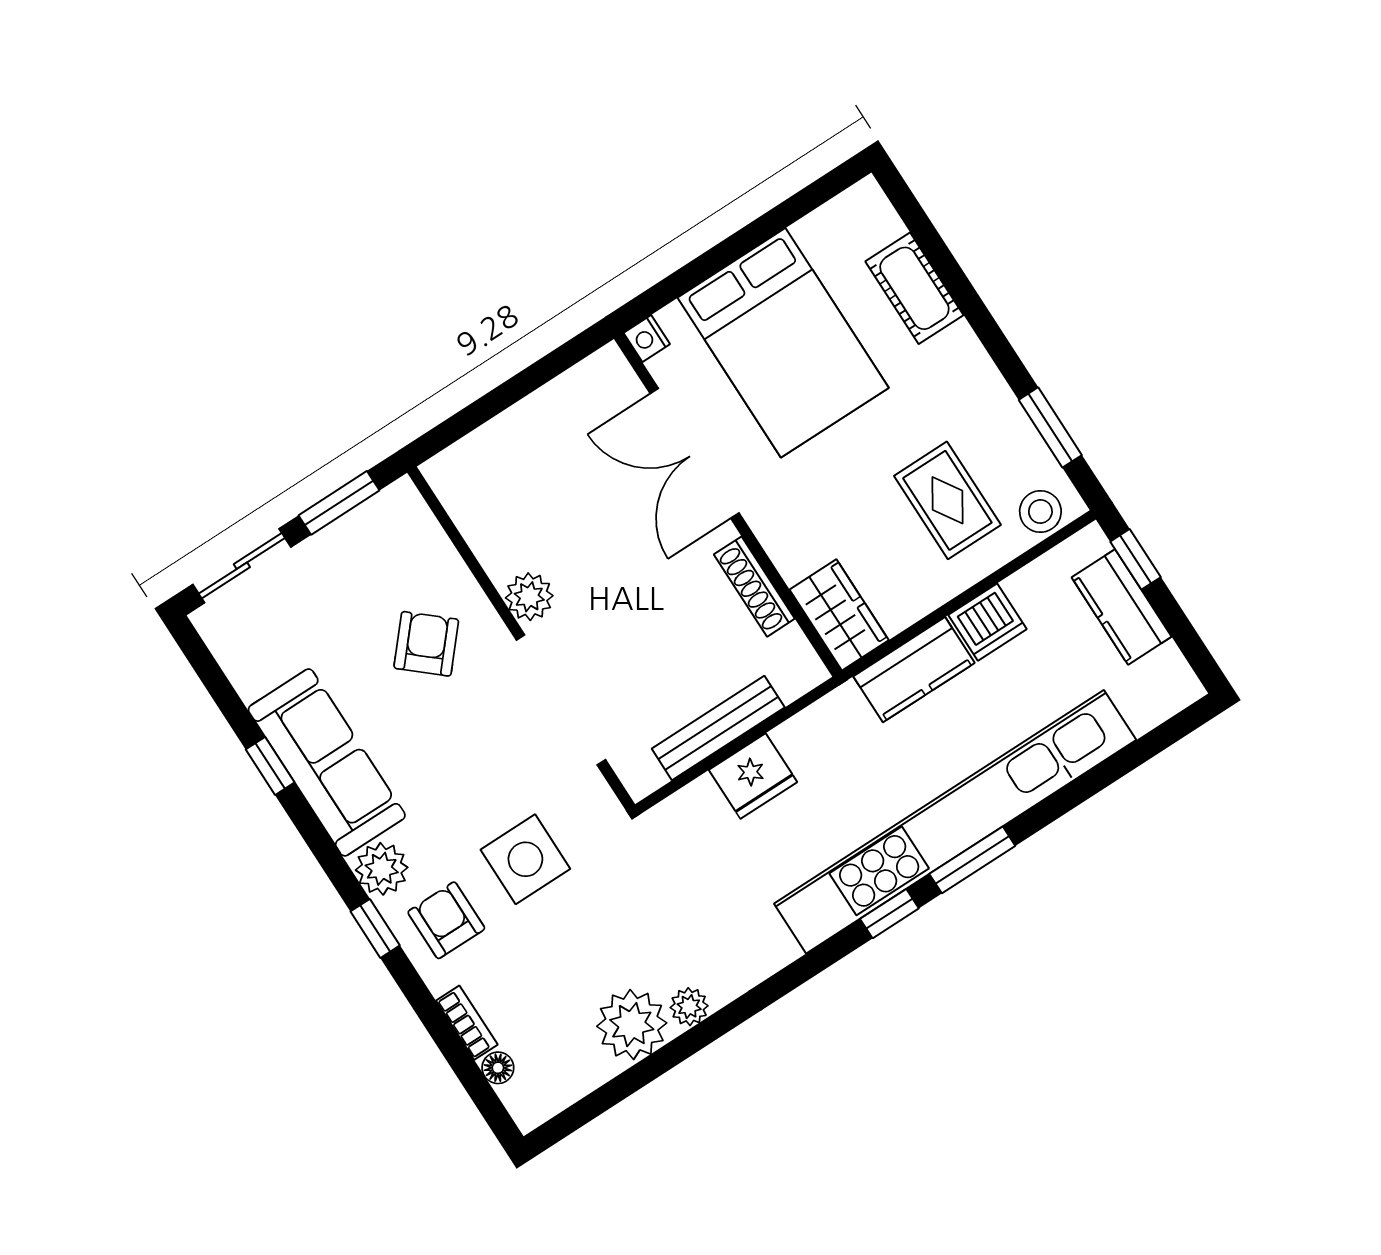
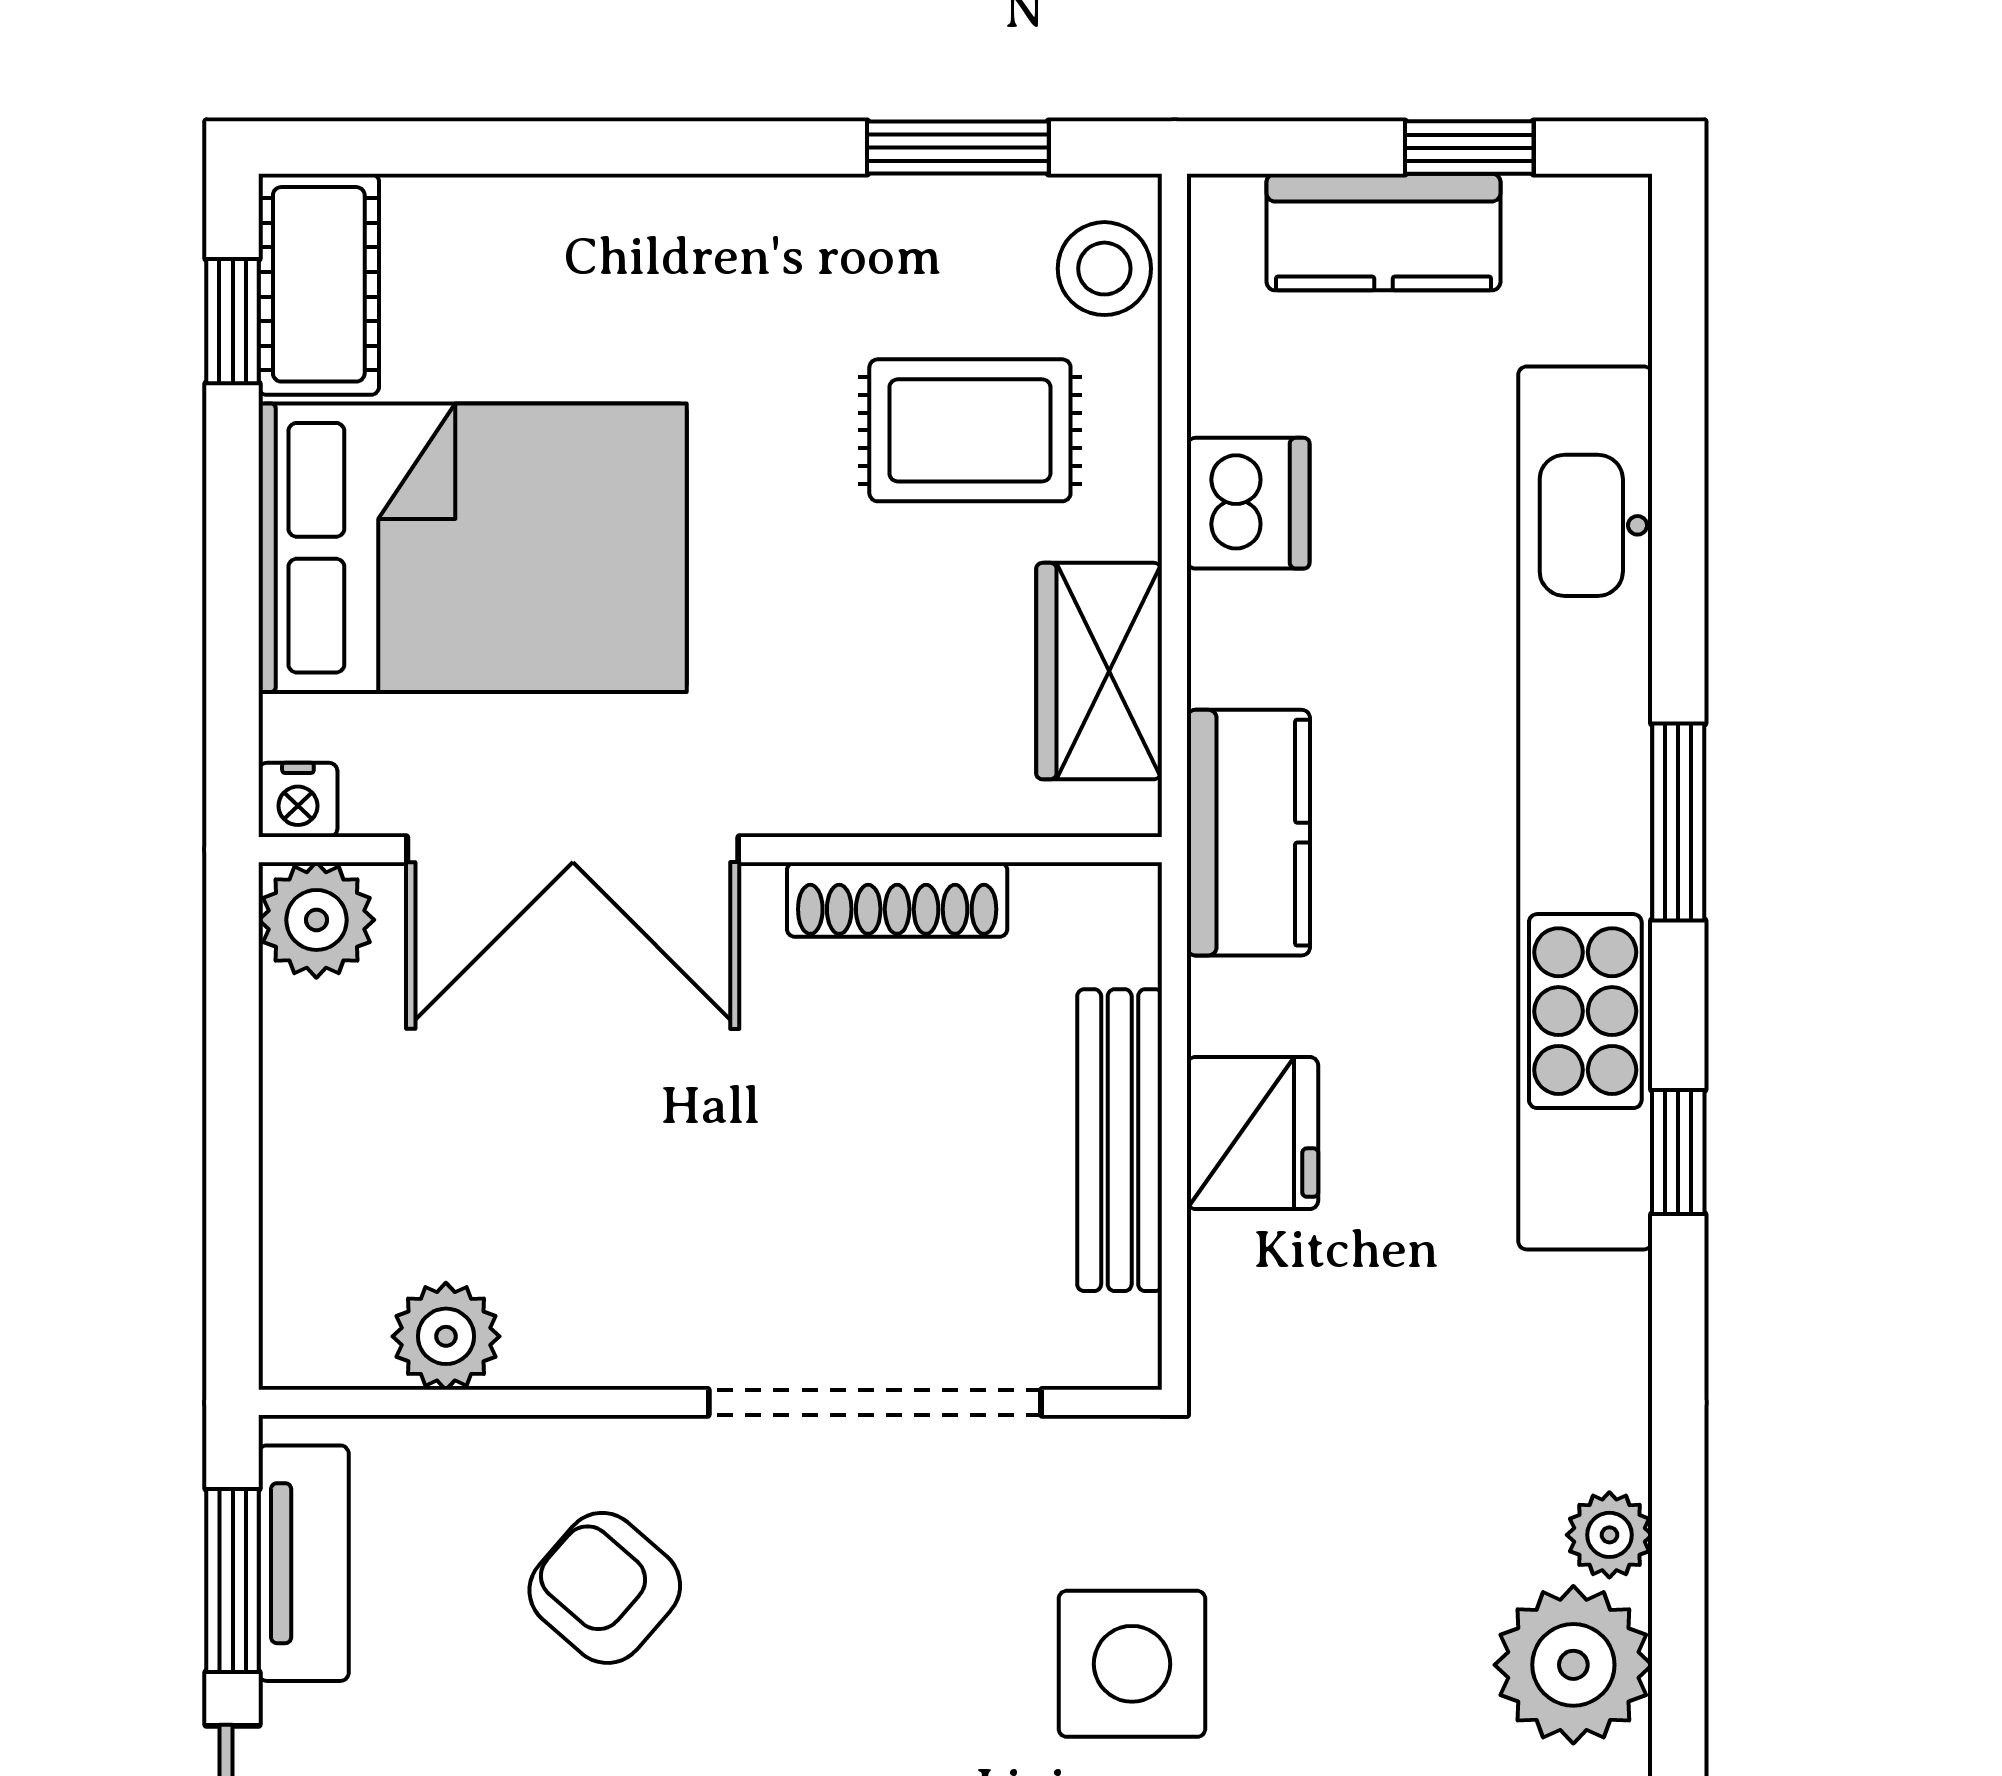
window: (810, 198) -> (233, 321), added
cot: (914, 288) -> (319, 284), moved, turned 90
plant: (606, 374) -> (316, 920), added
tv unit: (363, 525) -> (304, 1563), added
window: (1136, 559) -> (1469, 148), moved
plant: (529, 597) -> (446, 1336), moved
wardrobe: (839, 615) -> (1099, 671), moved, turned -90
kitchen counter: (914, 670) -> (1248, 833), moved
window: (889, 914) -> (1678, 1152), moved

